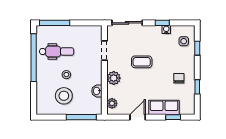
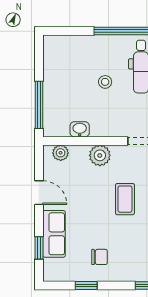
stool: (64, 96) -> (72, 78), removed

